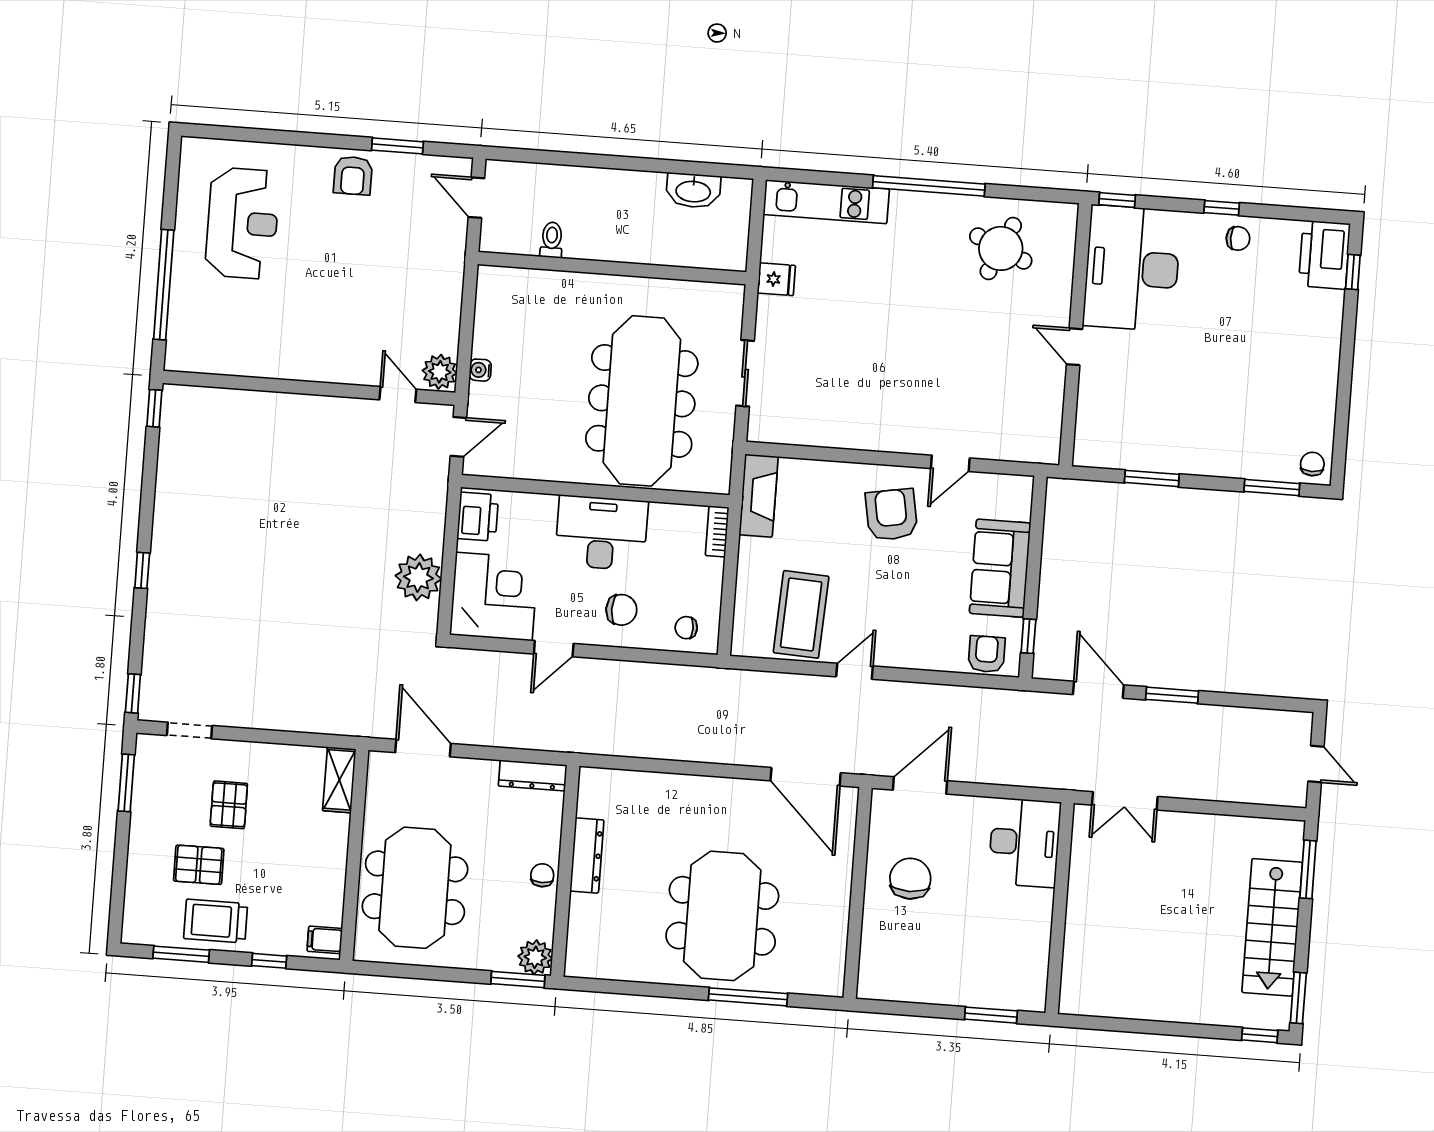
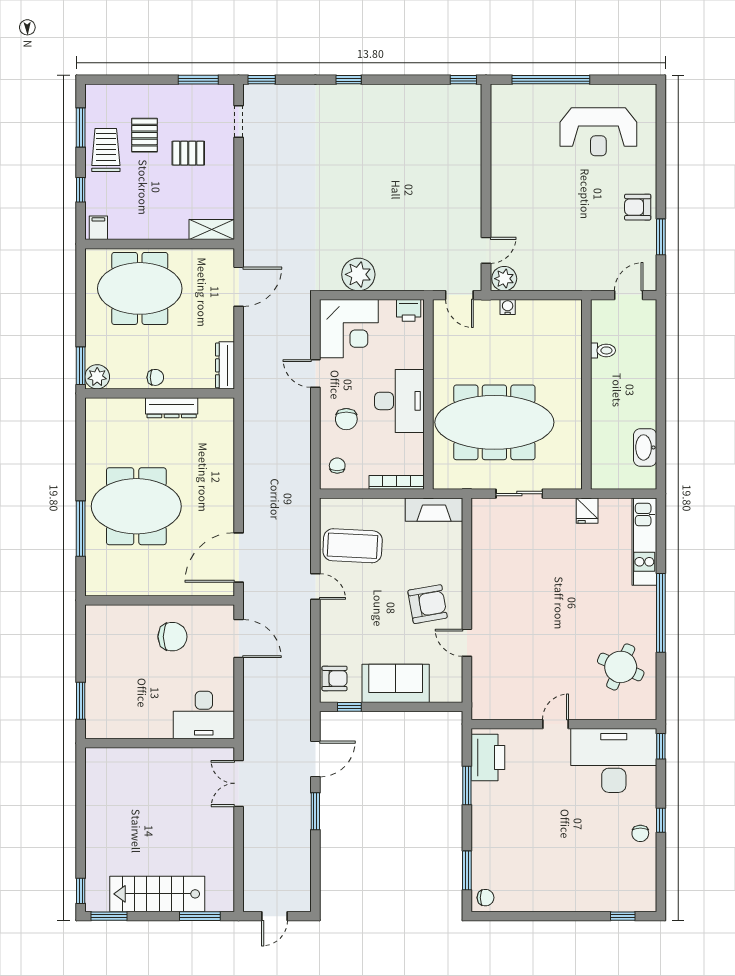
printer: (1324, 255) -> (488, 757), moved, turned 90
printer: (478, 517) -> (409, 310), width x0.73, depth x0.81
bookcase: (717, 531) -> (397, 482), width x1.56

